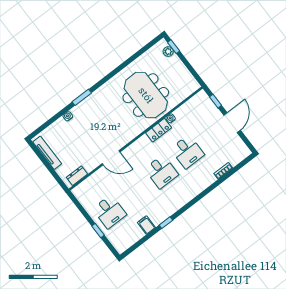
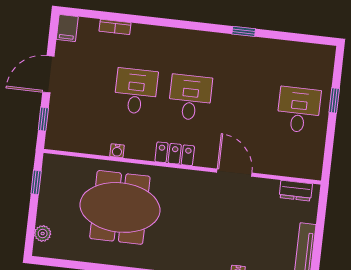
window: (174, 47) -> (36, 182), moved
meeting table: (146, 95) -> (120, 207), turned 90
locker: (159, 130) -> (175, 154), moved
filing cabinet: (146, 225) -> (67, 28), moved

